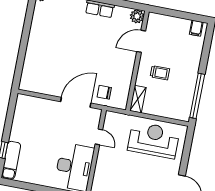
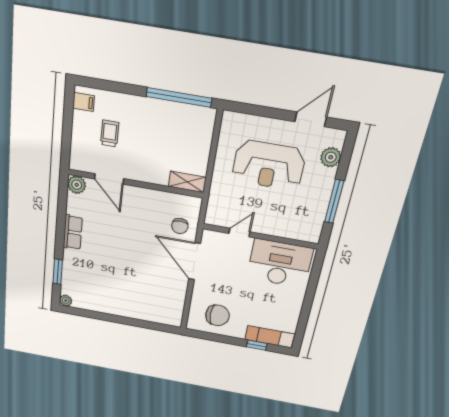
trolley: (160, 73) -> (110, 133), moved
chair: (30, 119) -> (217, 315), added
reception desk: (154, 140) -> (269, 165), moved, turned -90

